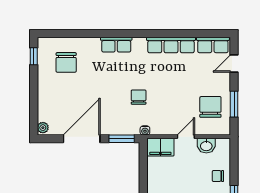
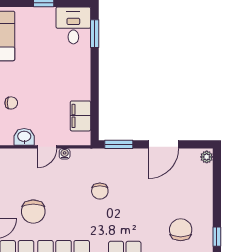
chair: (210, 107) -> (33, 212), moved
water cooler: (145, 130) -> (65, 154), moved
door: (82, 139) -> (163, 144), width x0.73
filing cabinet: (160, 147) -> (80, 116), moved, turned -90

